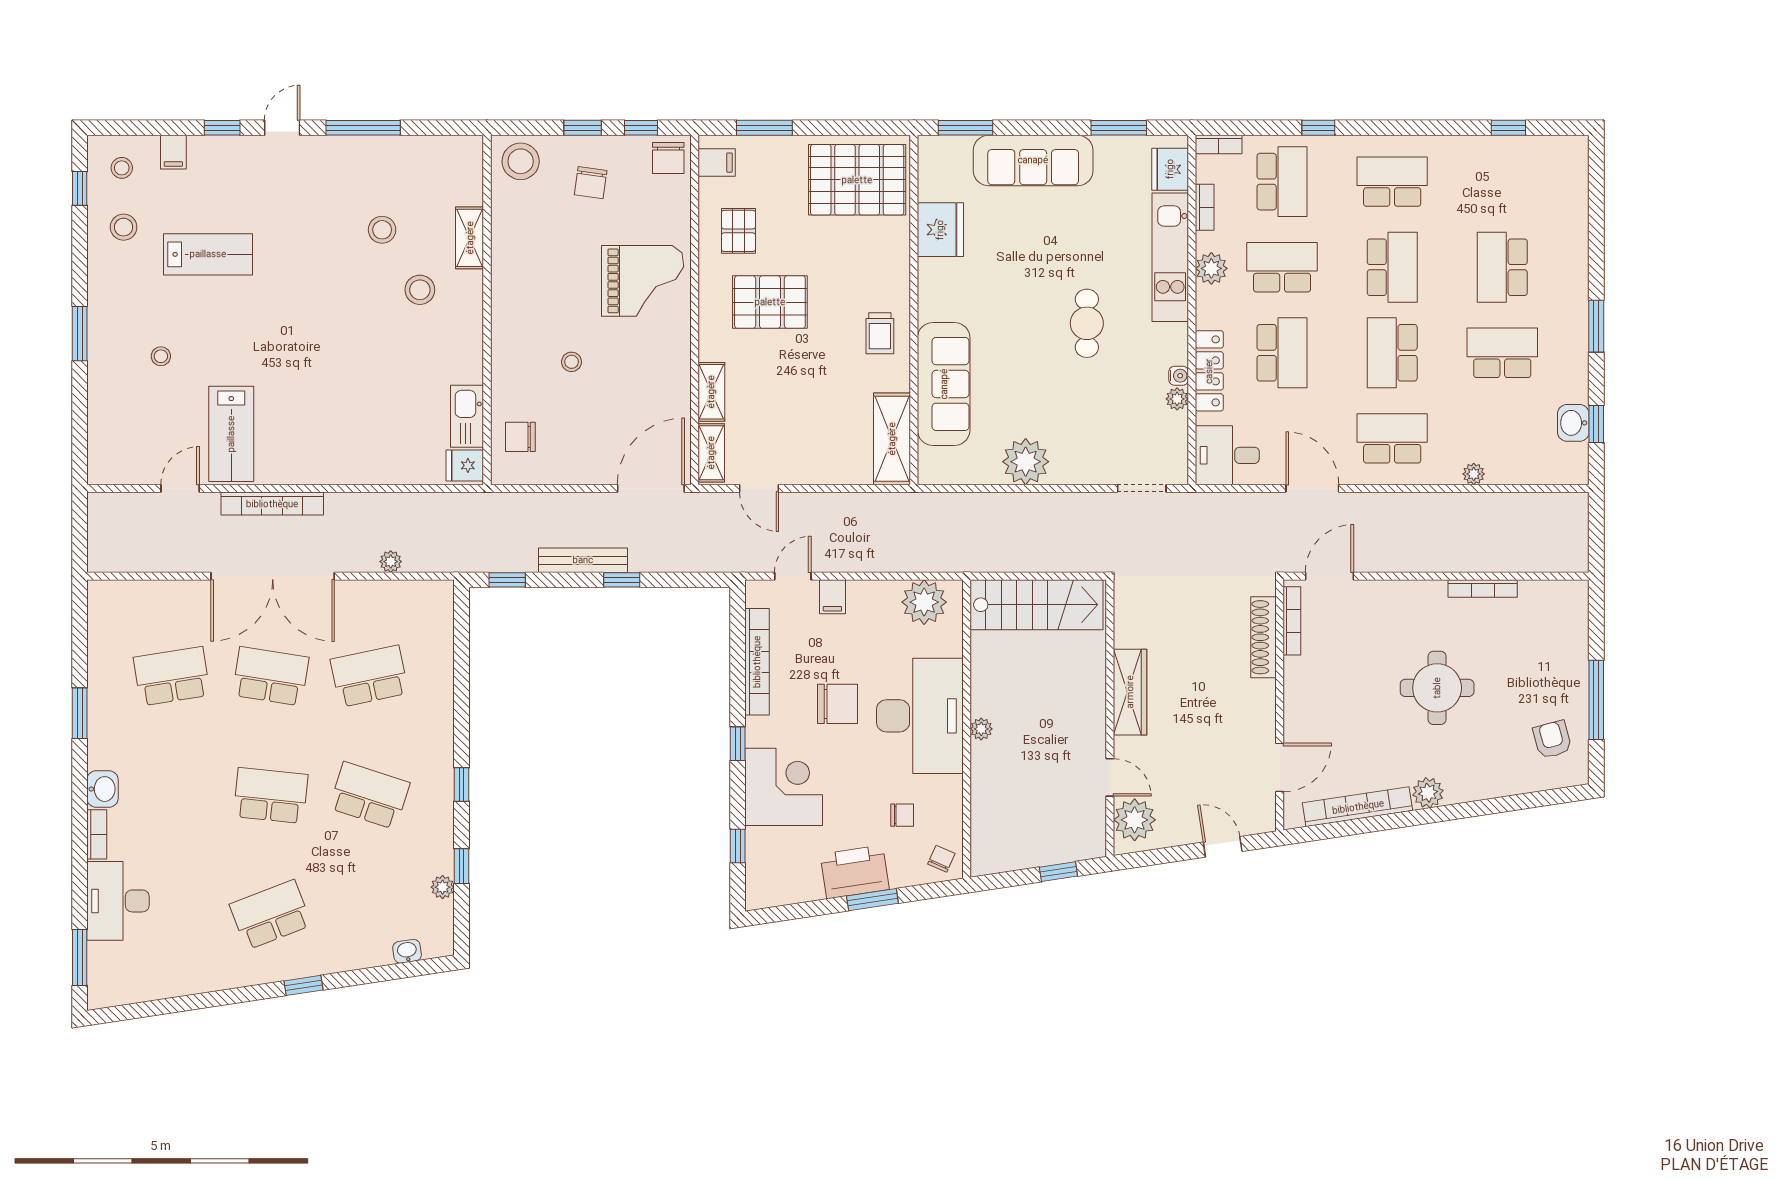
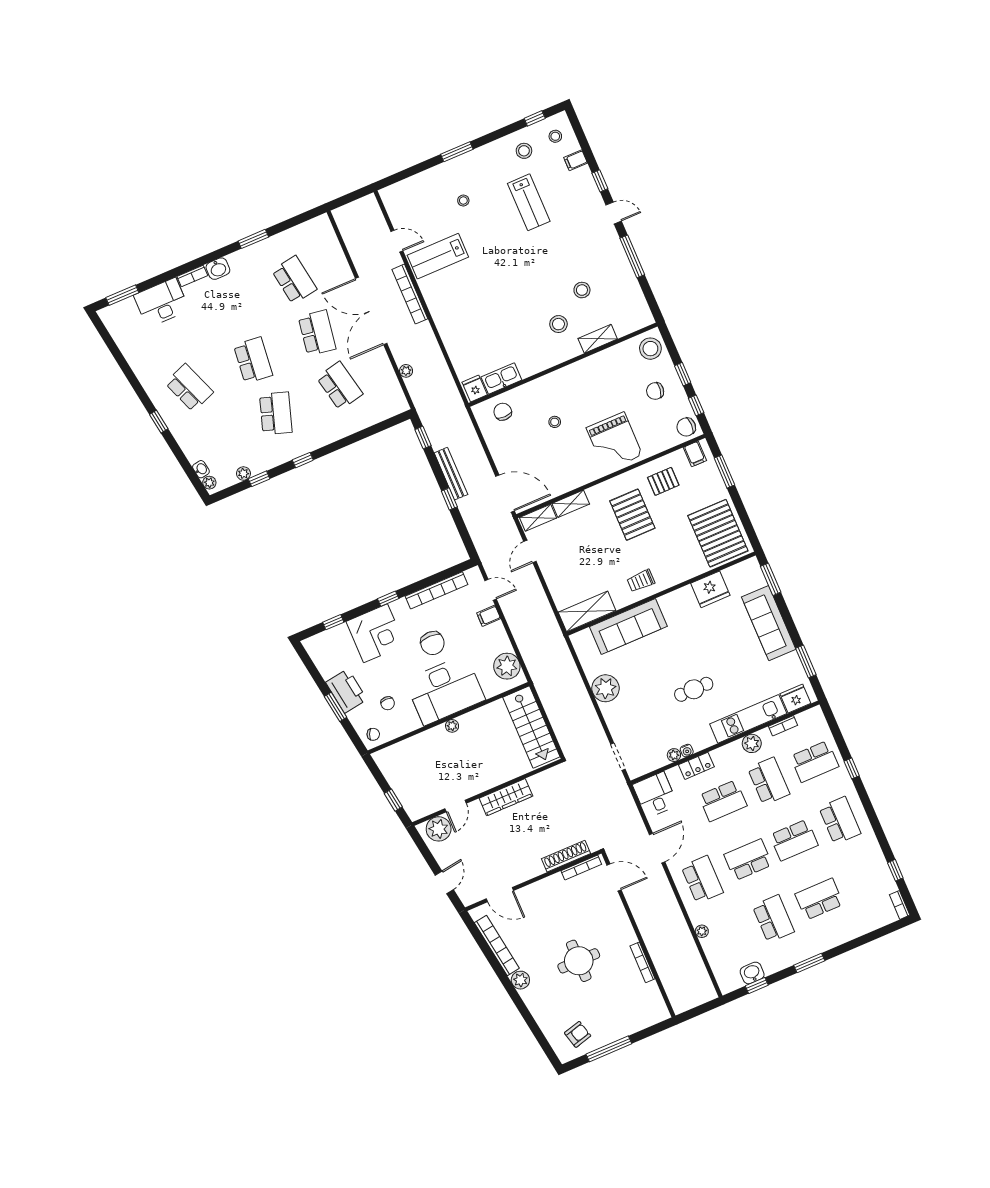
bookcase: (1219, 144) -> (900, 905), moved
locker: (1209, 371) -> (696, 766), width x0.66
plant: (434, 947) -> (209, 483), added

